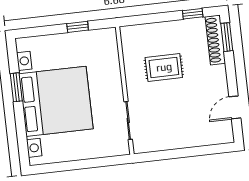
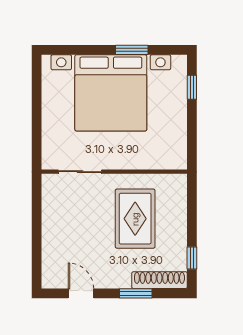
window: (78, 27) -> (192, 87), moved
window: (227, 37) -> (136, 293), moved
rug: (164, 67) -> (135, 219), width x1.36, depth x1.43

